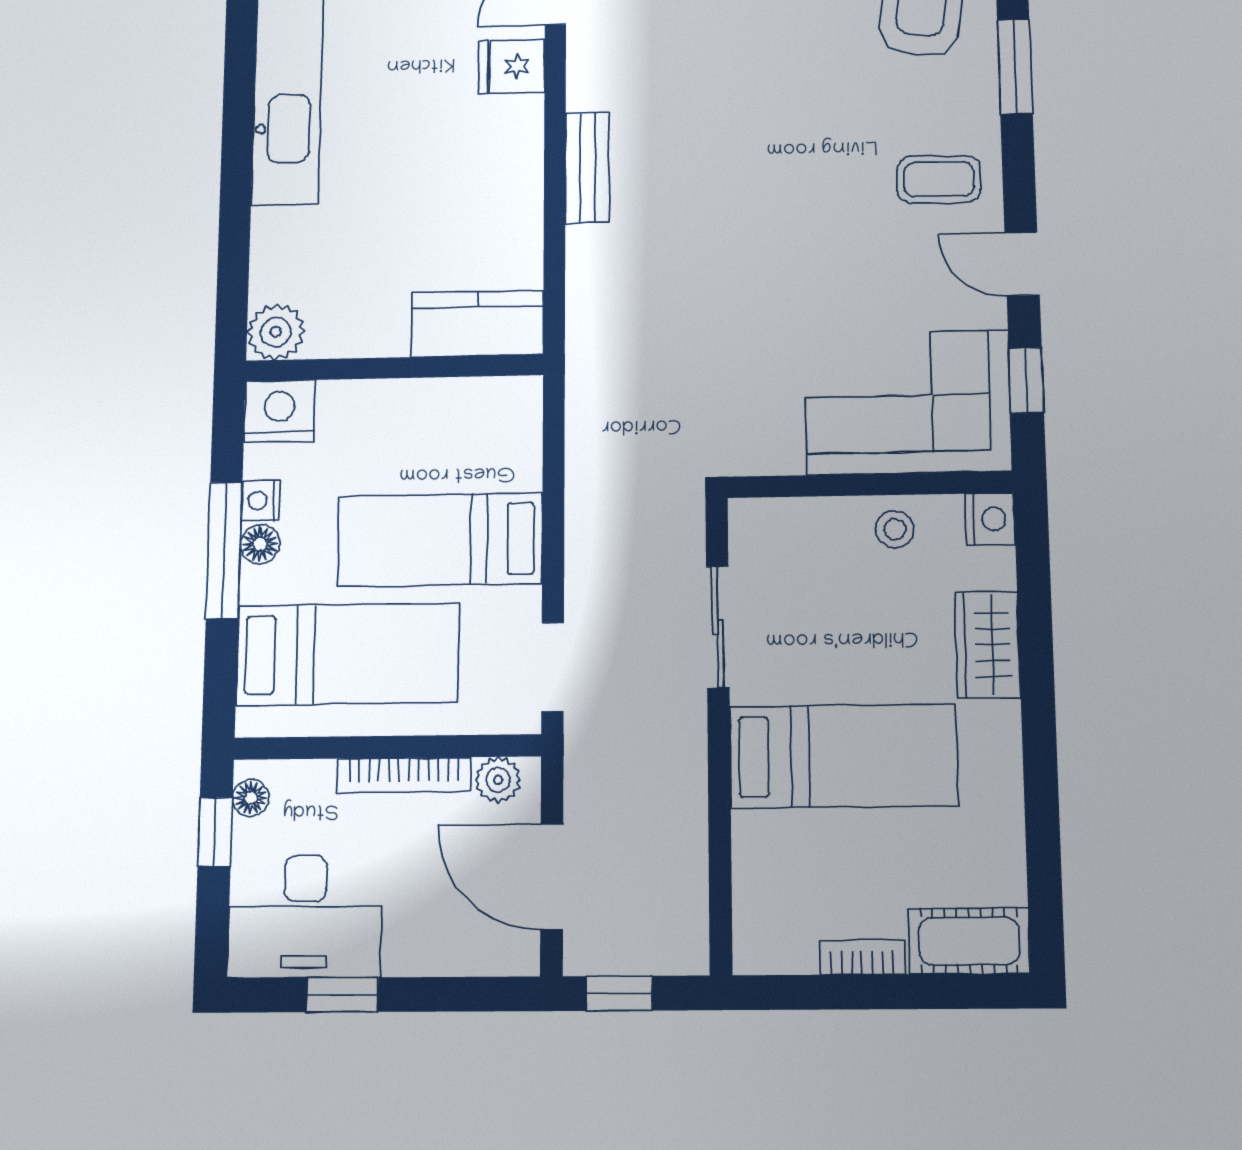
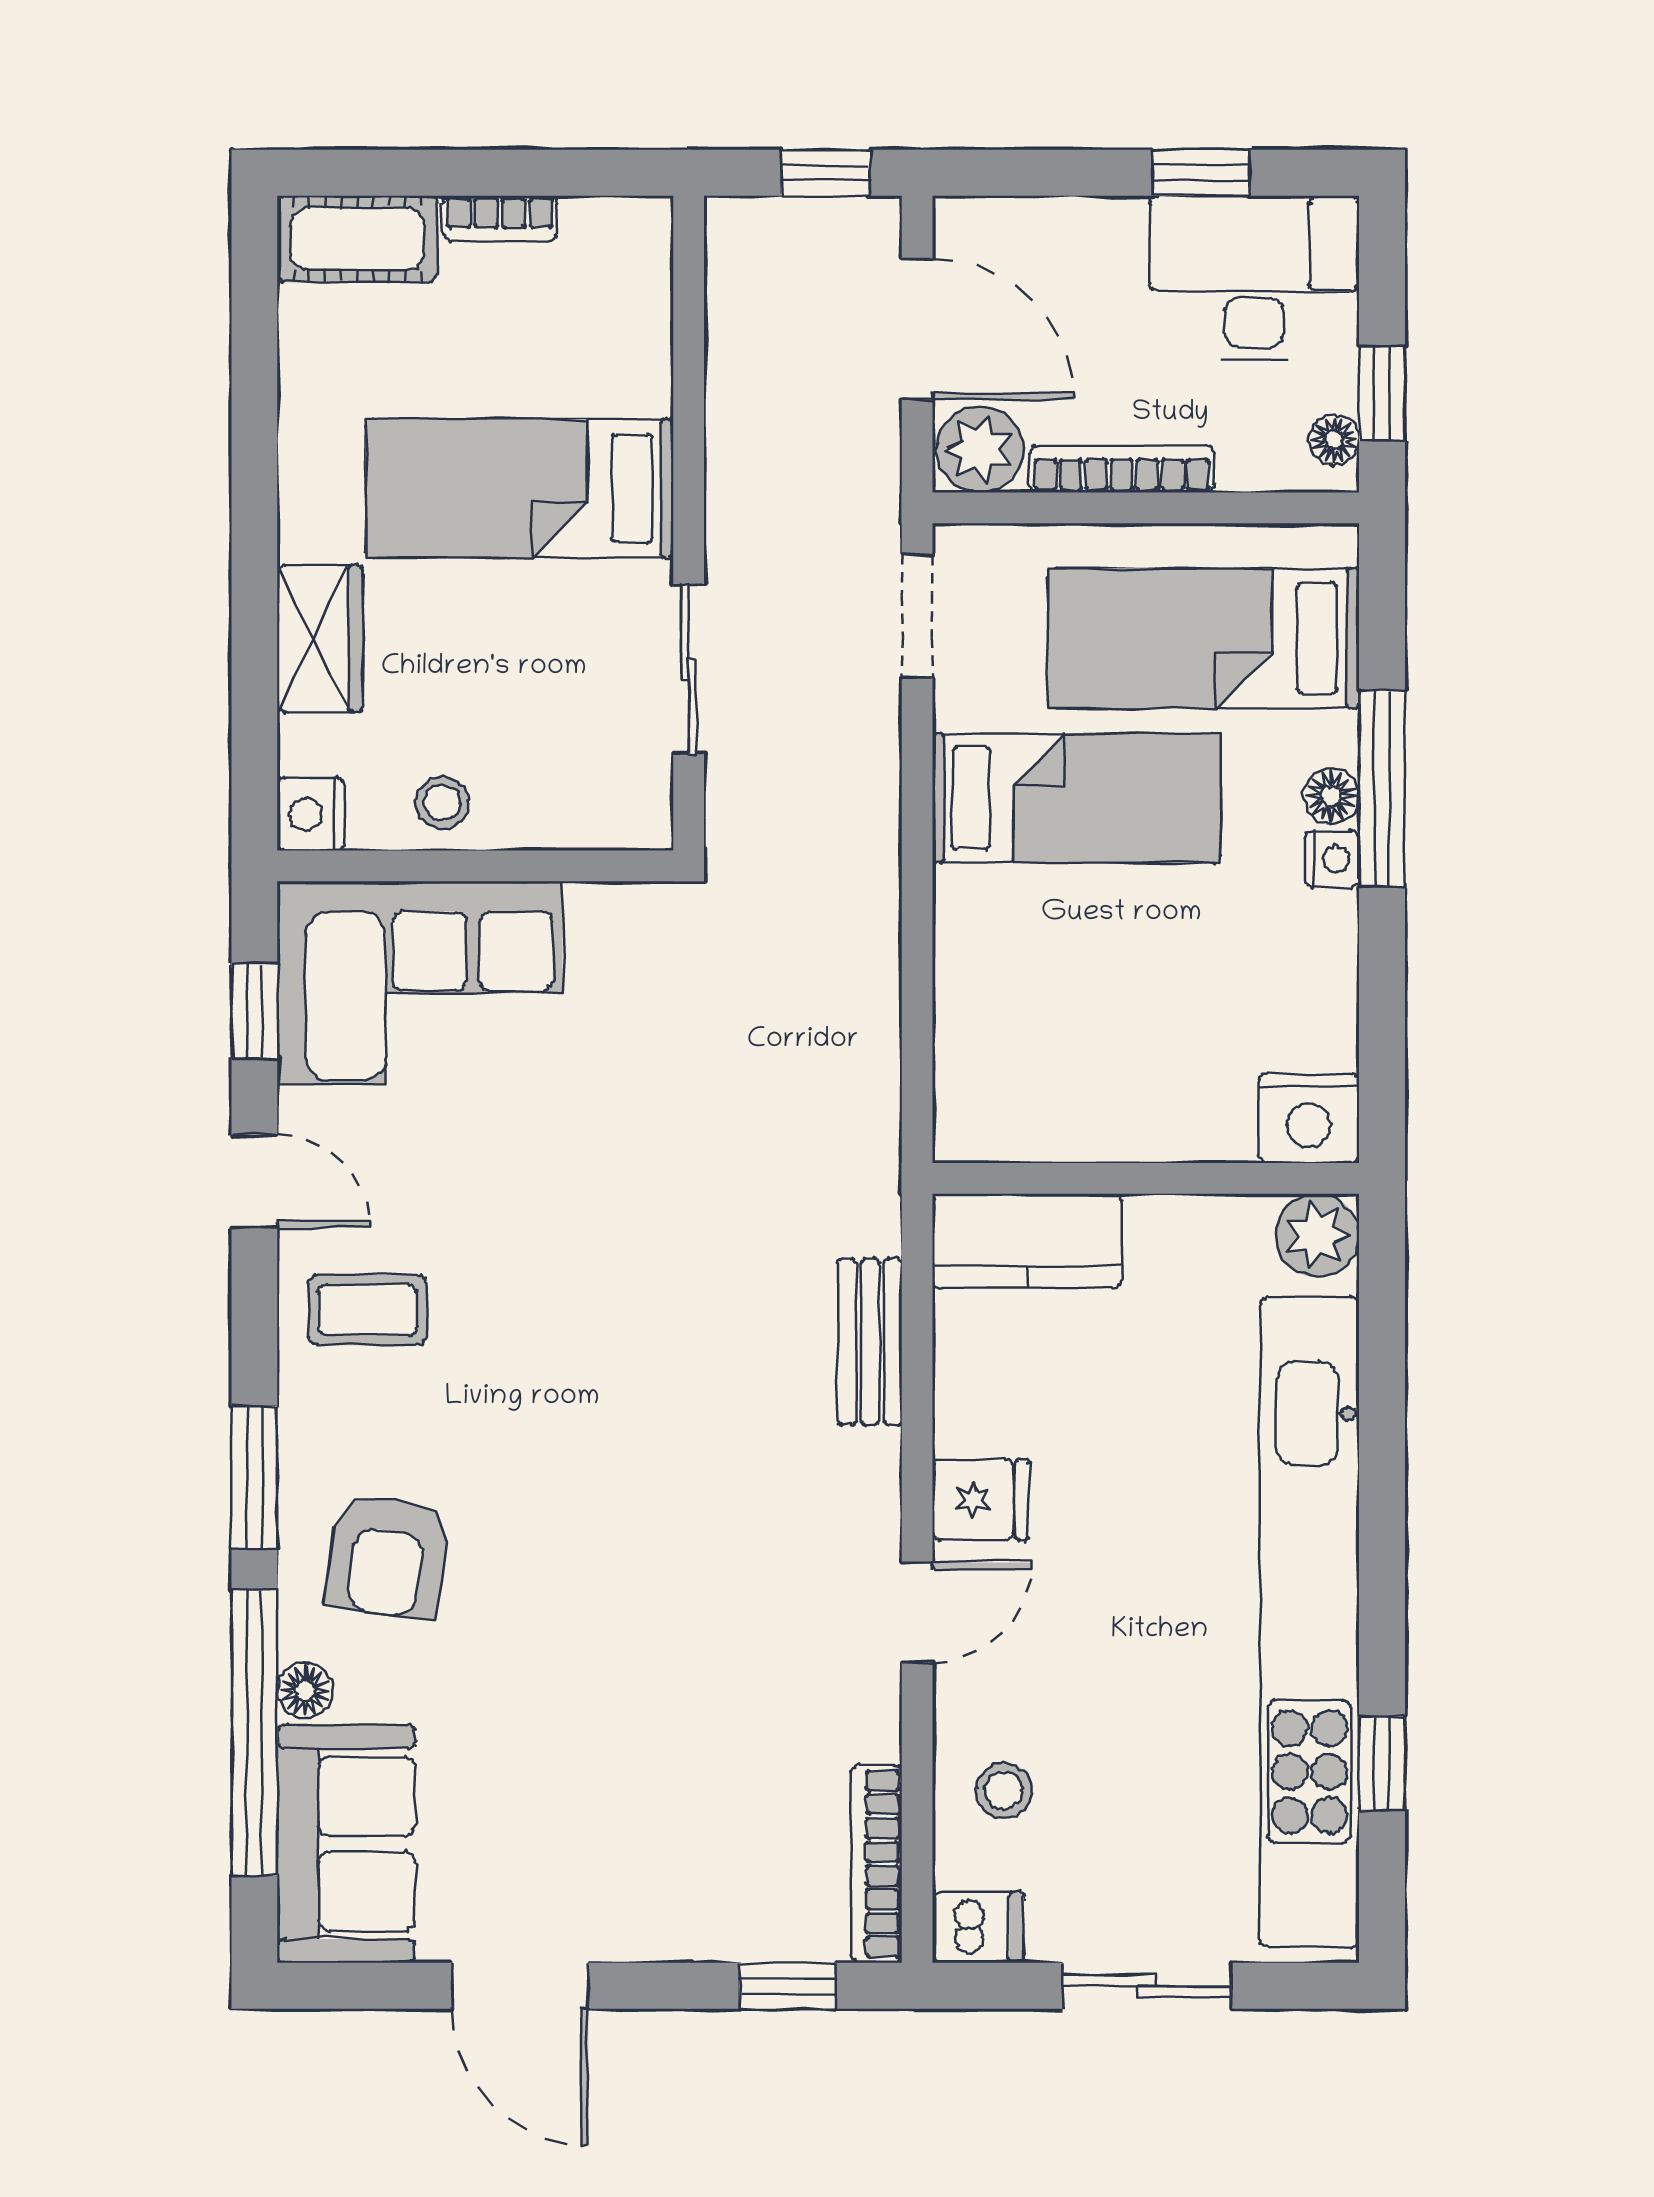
kitchen counter: (477, 324) -> (1027, 1241), moved
plant: (276, 332) -> (1317, 1235), moved
wall: (394, 368) -> (1146, 1178), moved
nightstand: (279, 411) -> (1309, 1118), moved
plant: (498, 780) -> (980, 449), width x1.38, depth x1.38

